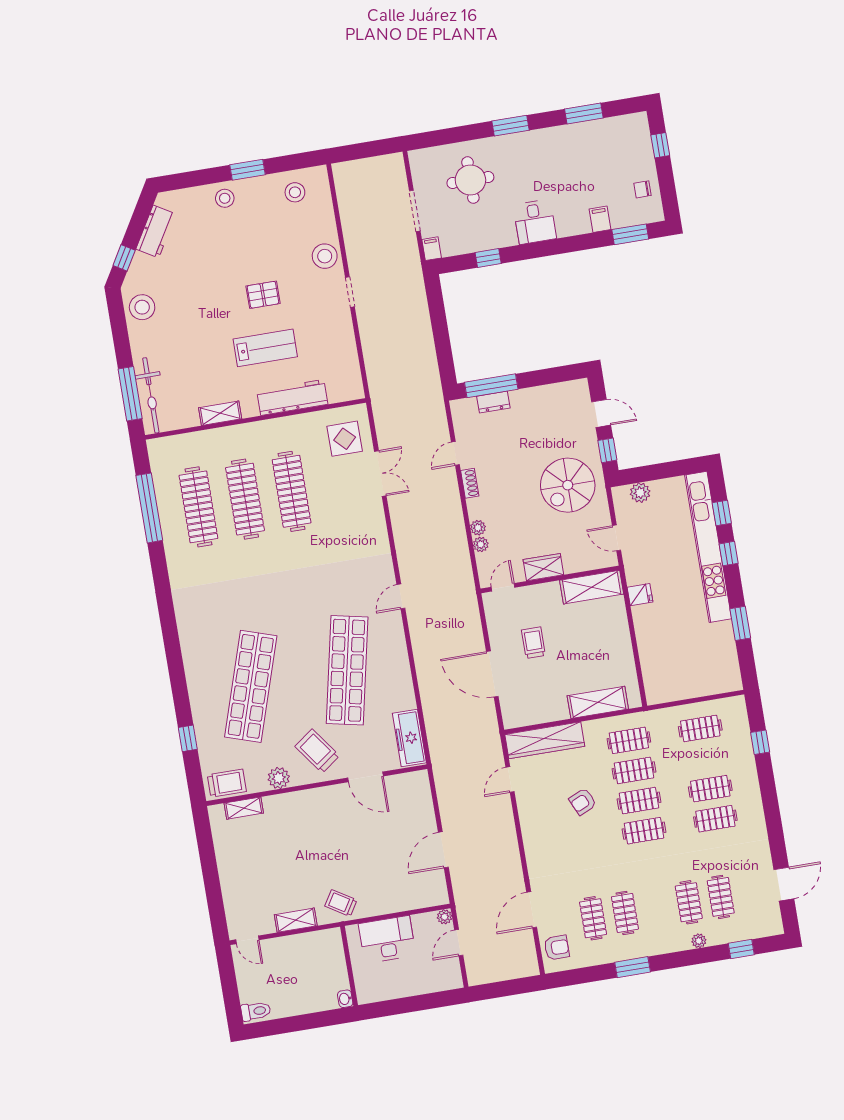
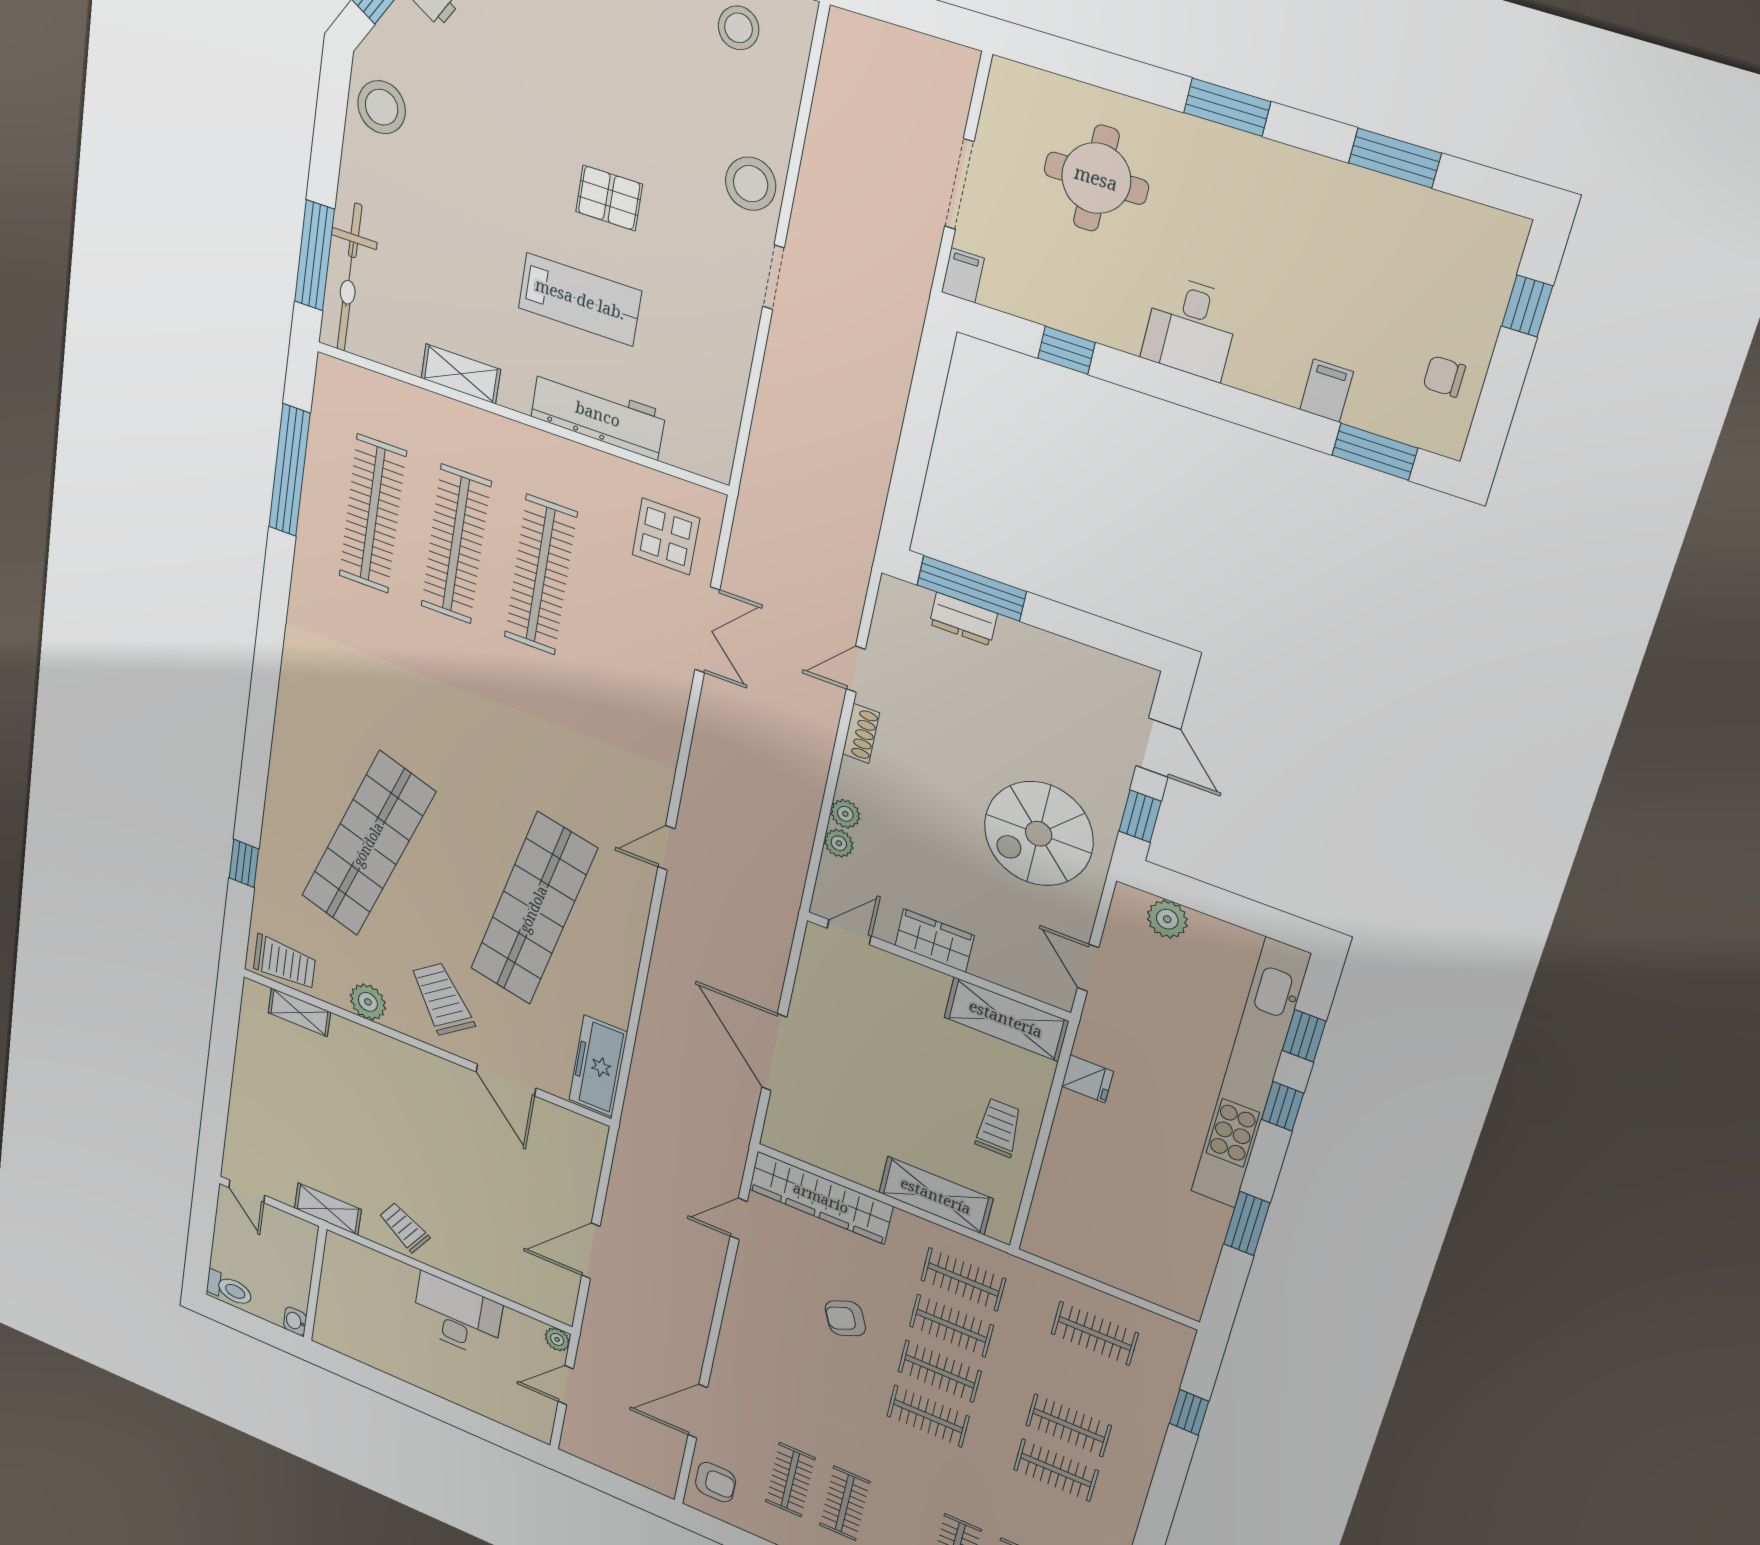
trolley: (533, 643) -> (999, 1128), moved
wall: (349, 966) -> (315, 1284), moved
washbasin: (345, 999) -> (295, 1321), moved

